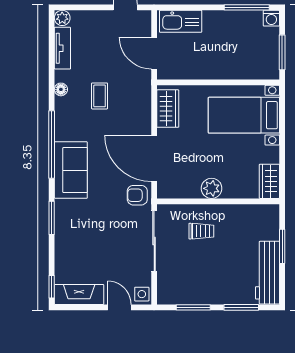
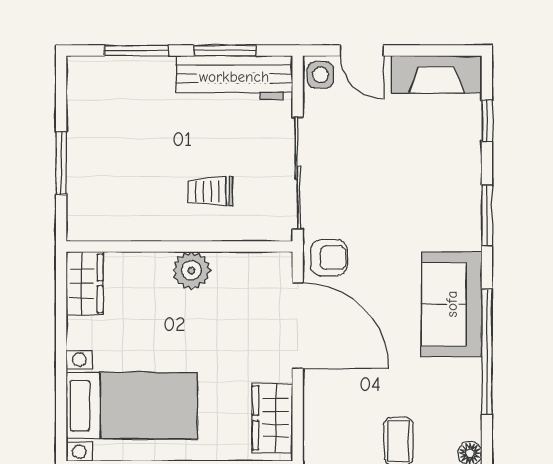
workbench: (267, 273) -> (234, 77), moved, turned 90
window: (52, 287) -> (487, 121), moved

